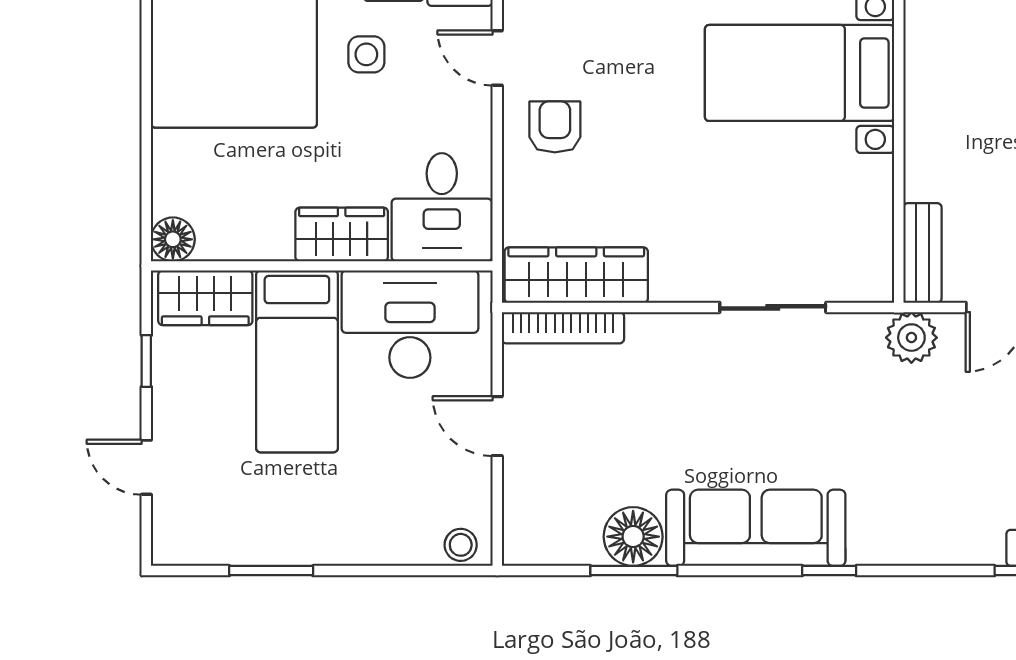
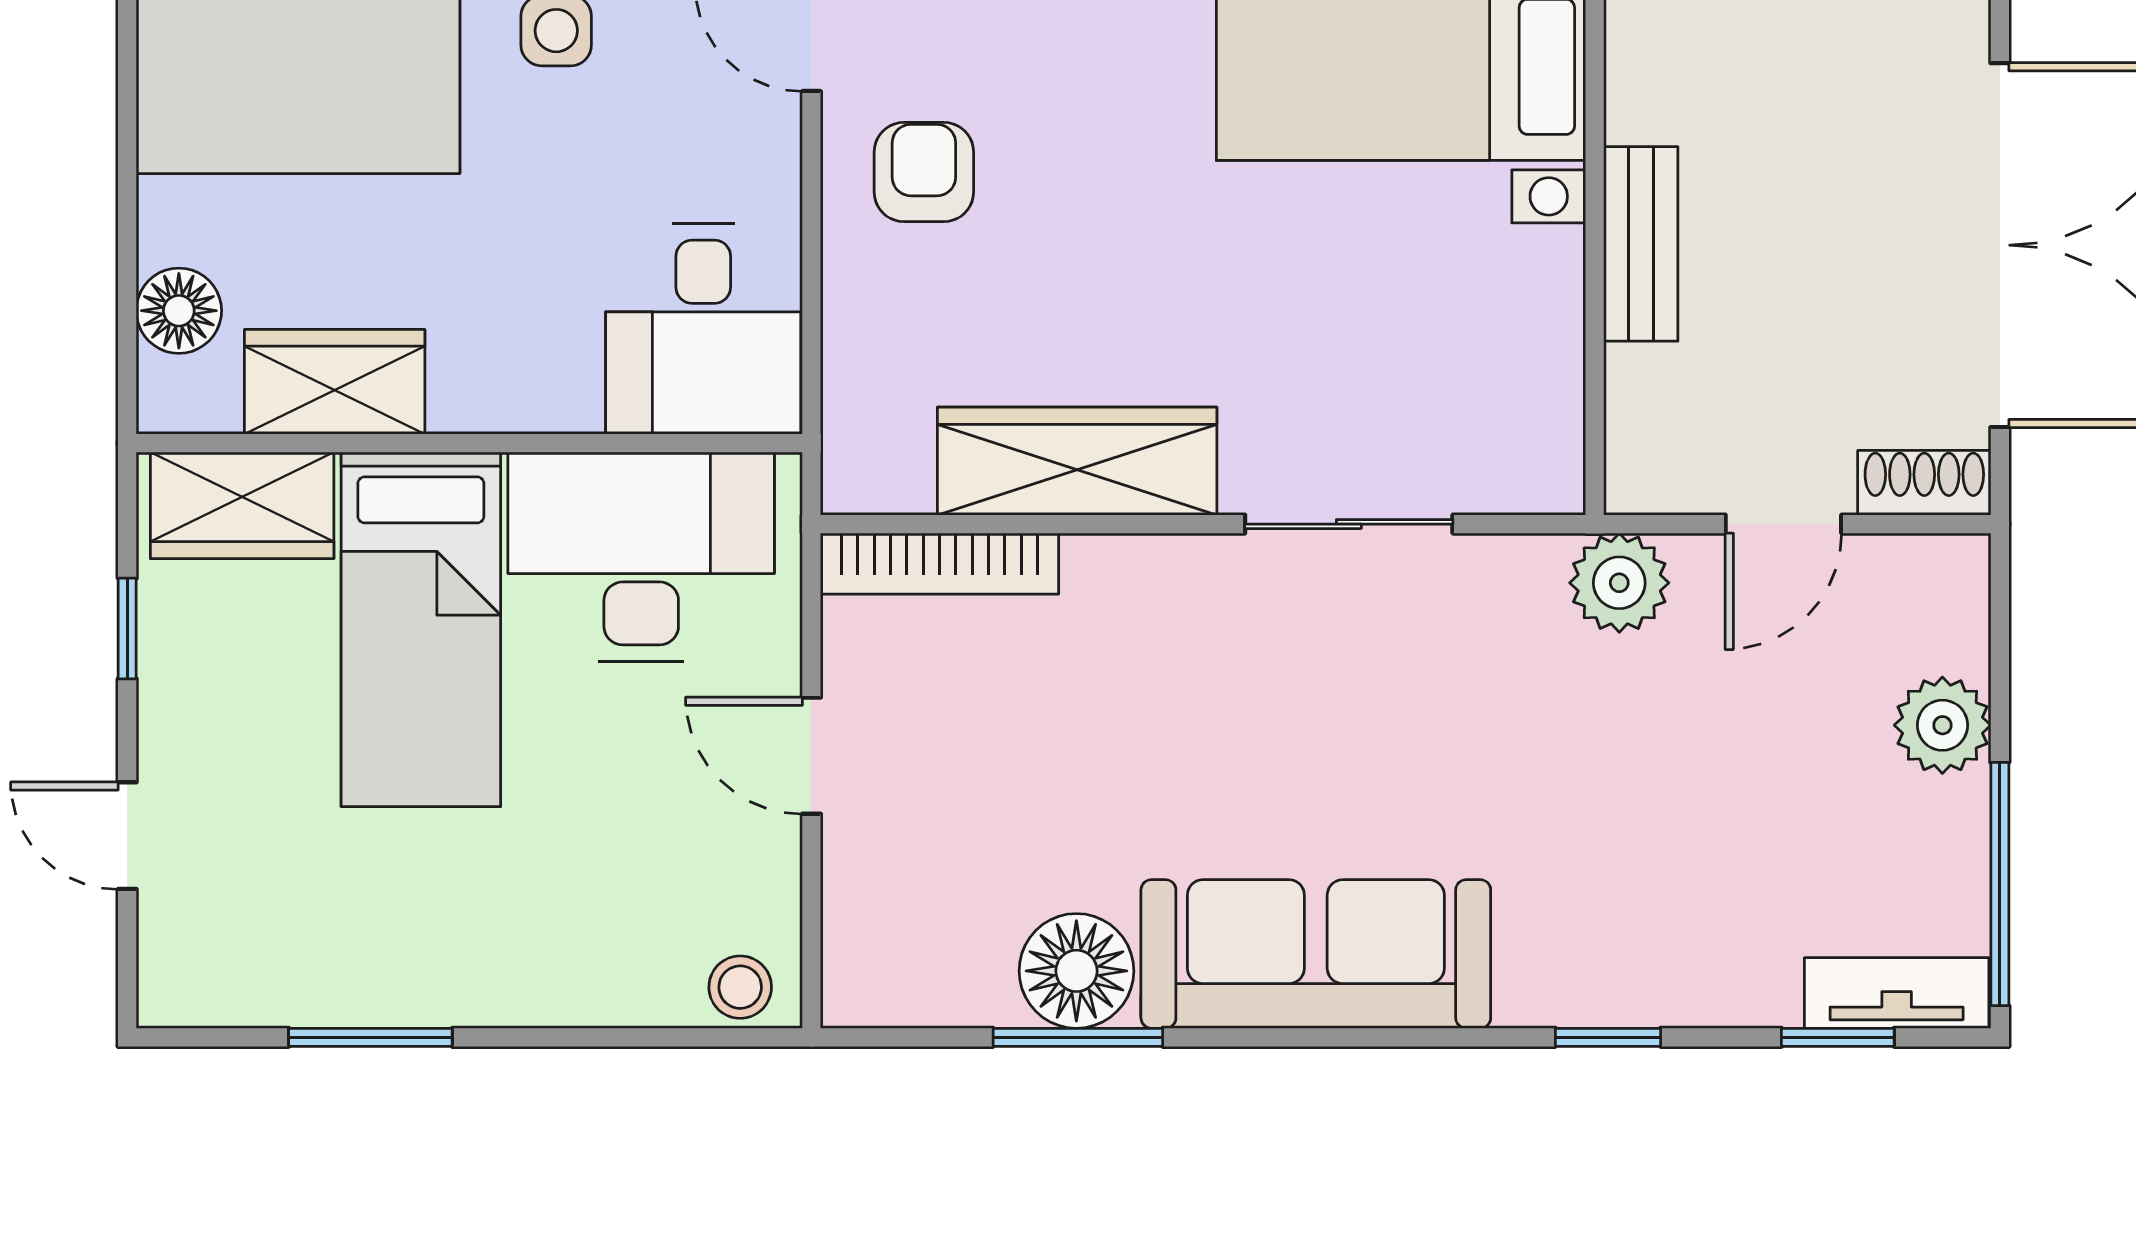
wardrobe: (342, 234) -> (335, 382), moved
floor lamp: (173, 239) -> (179, 311), moved
bench: (922, 253) -> (1641, 244), moved
wardrobe: (576, 275) -> (1077, 461), moved
window: (829, 571) -> (1608, 1037), moved

